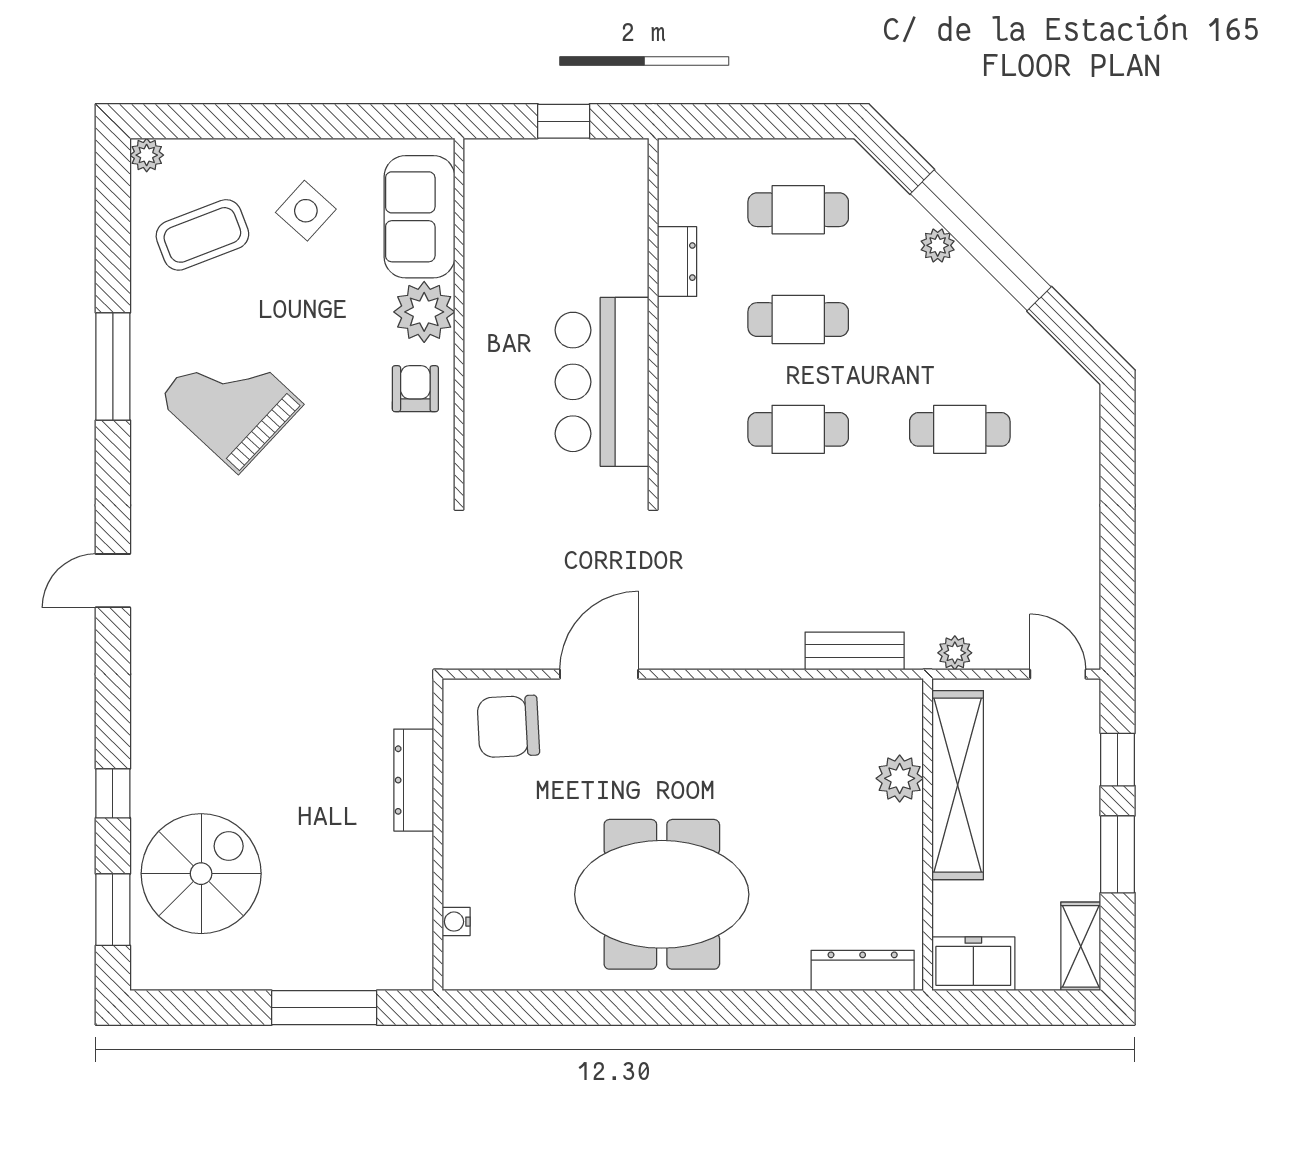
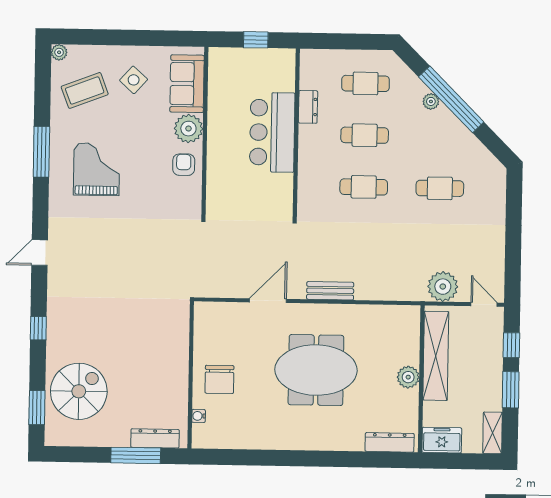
bar counter: (602, 382) -> (272, 132), moved
grand piano: (231, 402) -> (97, 169), turned 47
bench: (855, 651) -> (330, 291), moved
plant: (955, 653) -> (443, 287), width x1.87, depth x1.87
chair: (508, 726) -> (219, 379), moved, turned -87
plant: (900, 778) -> (408, 377), moved
dresser: (414, 780) -> (155, 438), moved, turned 90
window: (113, 793) -> (38, 328), moved
meeting table: (662, 894) -> (316, 370), moved

